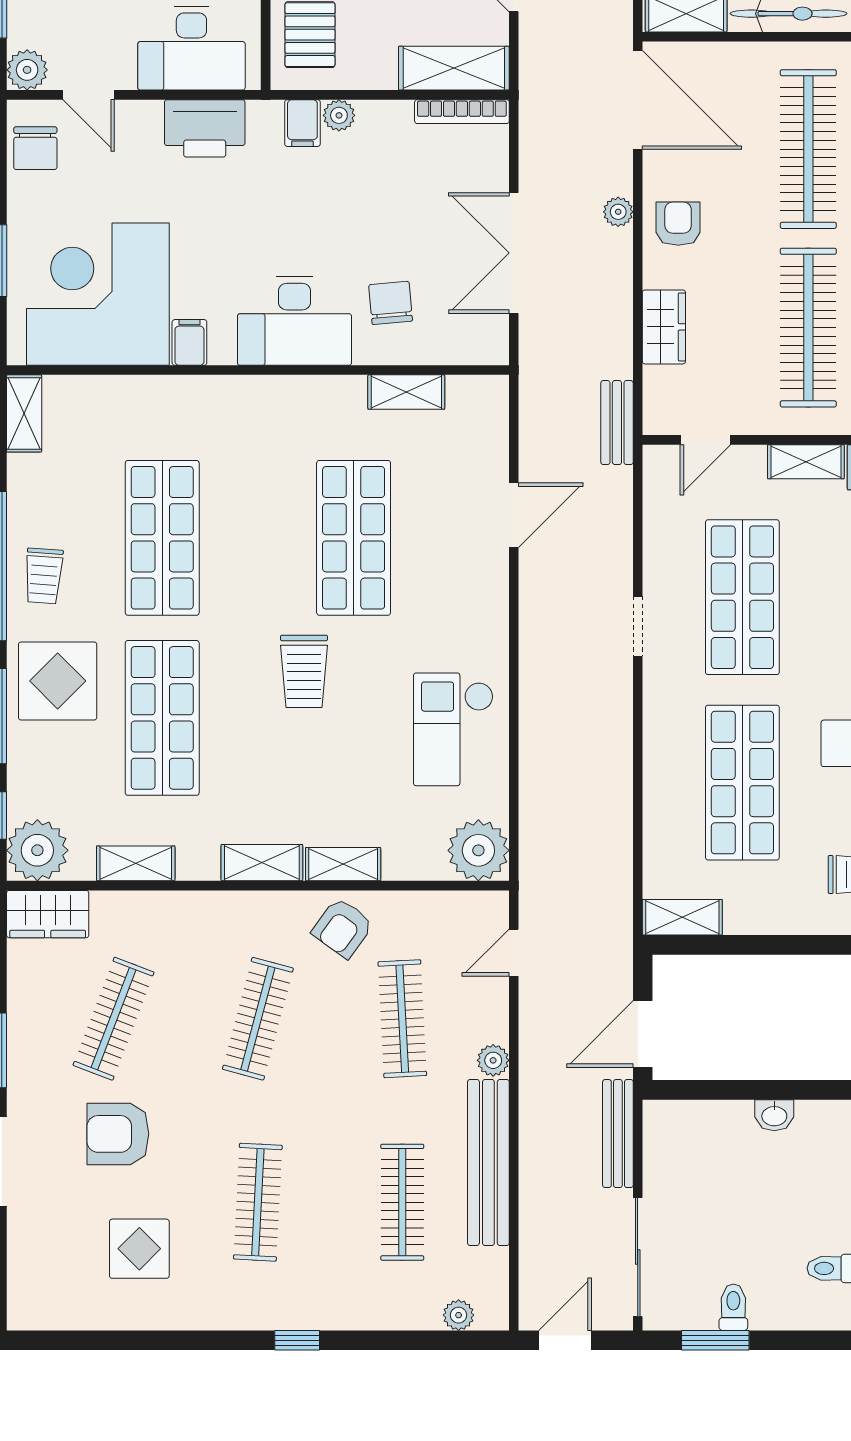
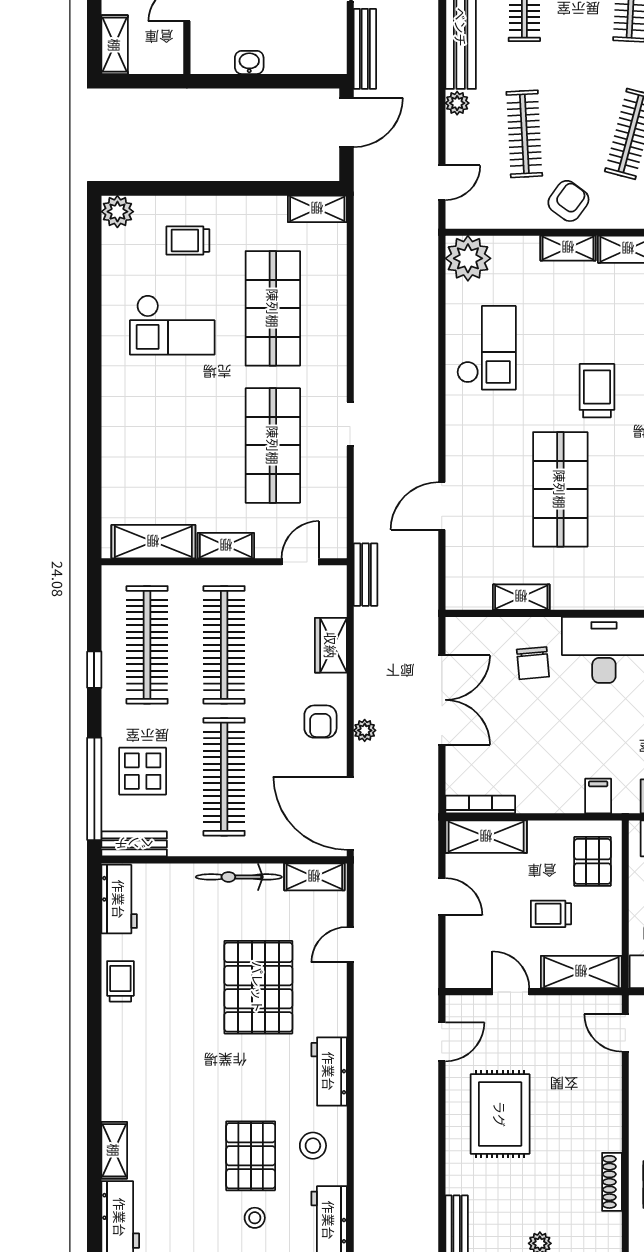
plant: (339, 115) -> (571, 802), removed

